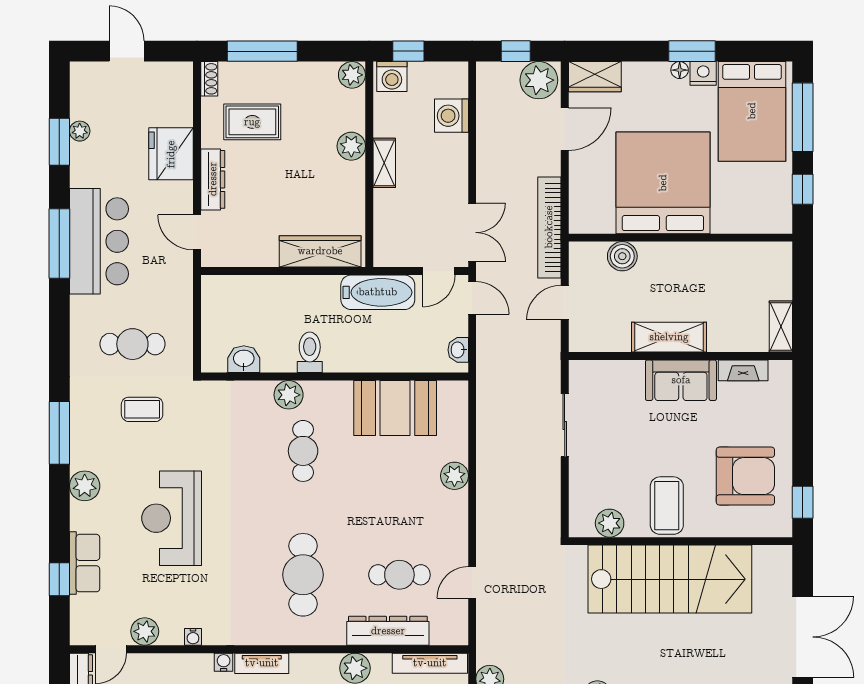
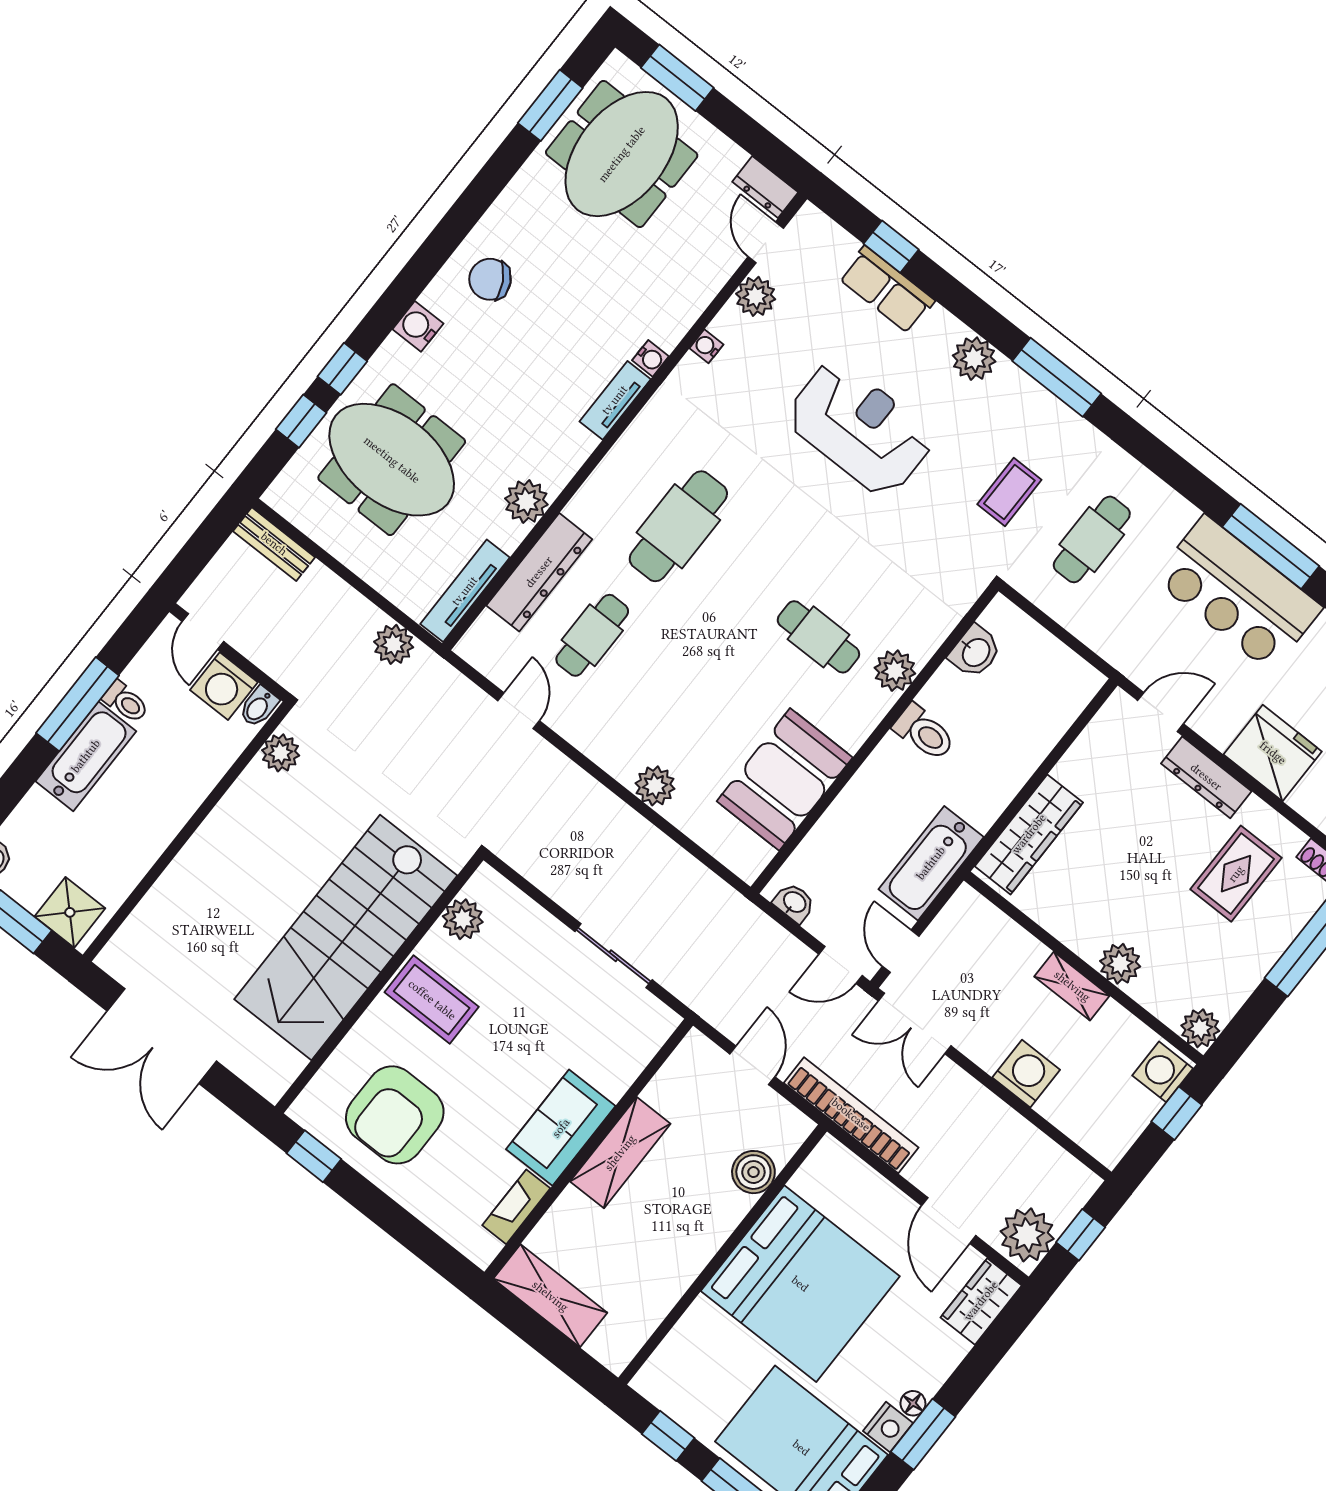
washing machine: (451, 116) -> (1026, 1074), moved
shelving: (781, 327) -> (550, 1296), width x1.50, depth x1.33
cafe table: (303, 575) -> (678, 526), turned 90

